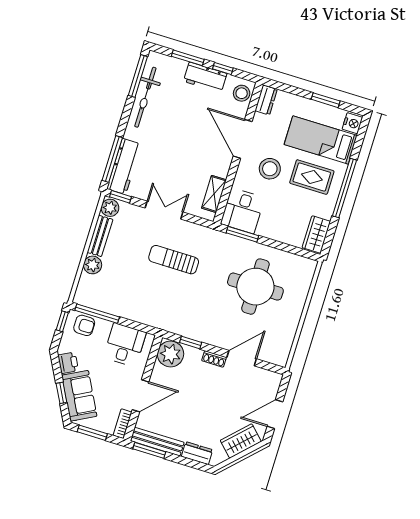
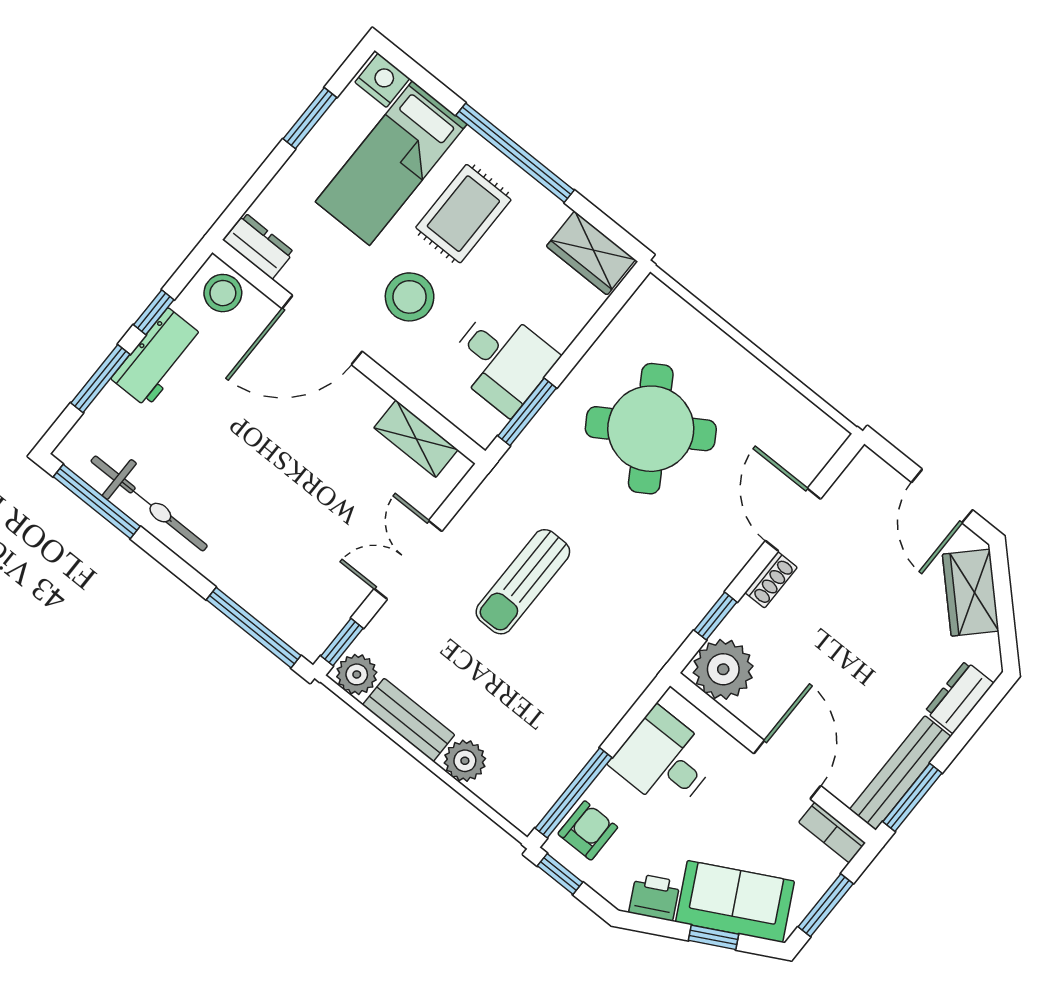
workbench: (124, 166) -> (280, 609), removed
desk: (243, 211) -> (502, 360), moved
round table: (255, 287) -> (651, 429), turned -32

